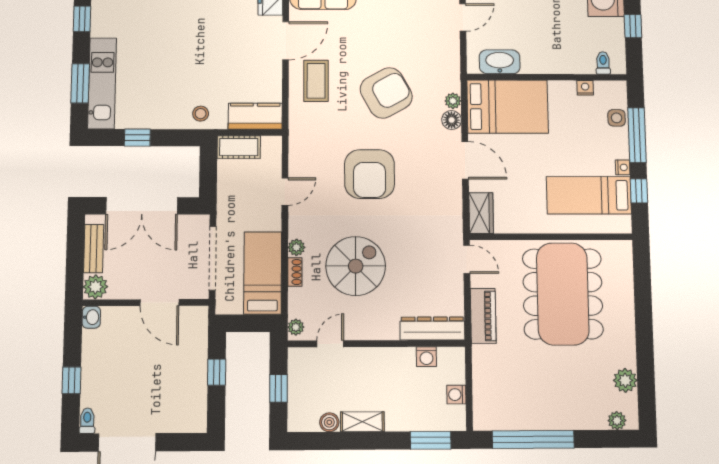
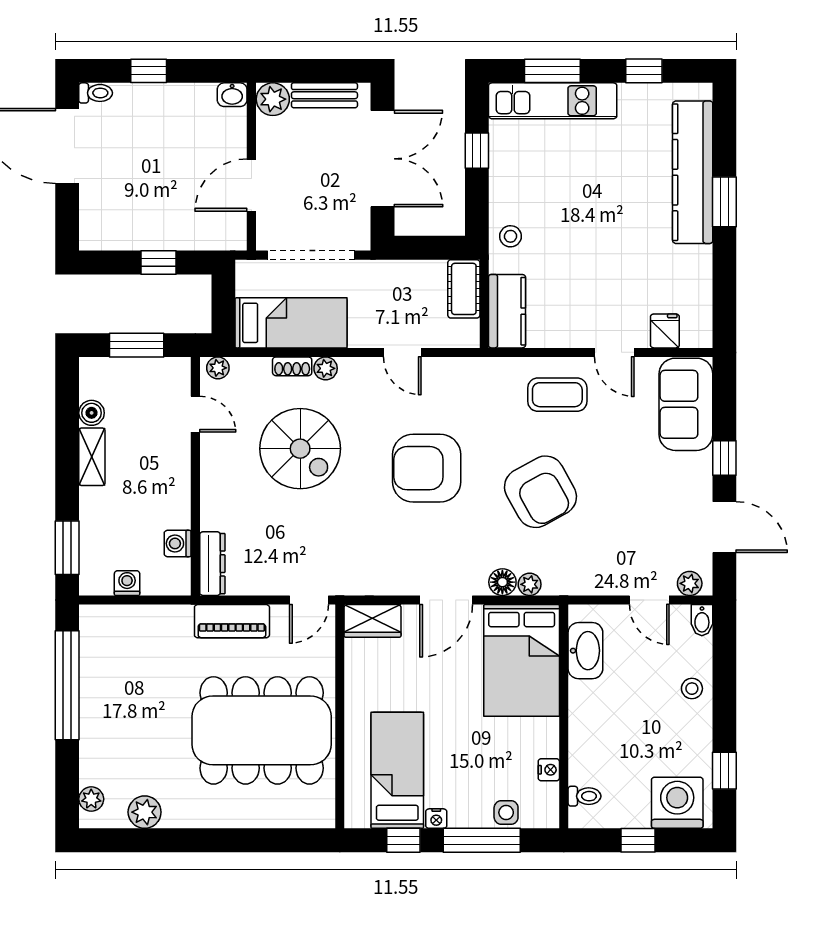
door: (286, 41) -> (614, 352), width x0.73
double door: (142, 206) -> (383, 159), swing flipped
dresser: (432, 328) -> (212, 564), width x0.73, depth x0.80
window: (278, 388) -> (137, 345), width x1.50

